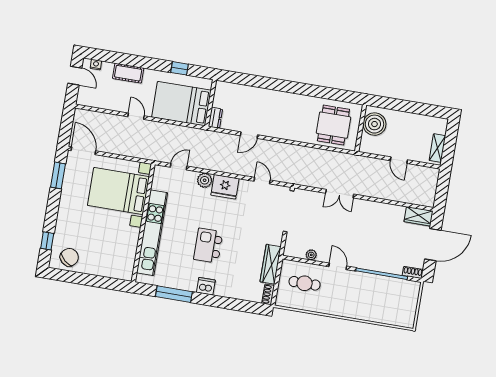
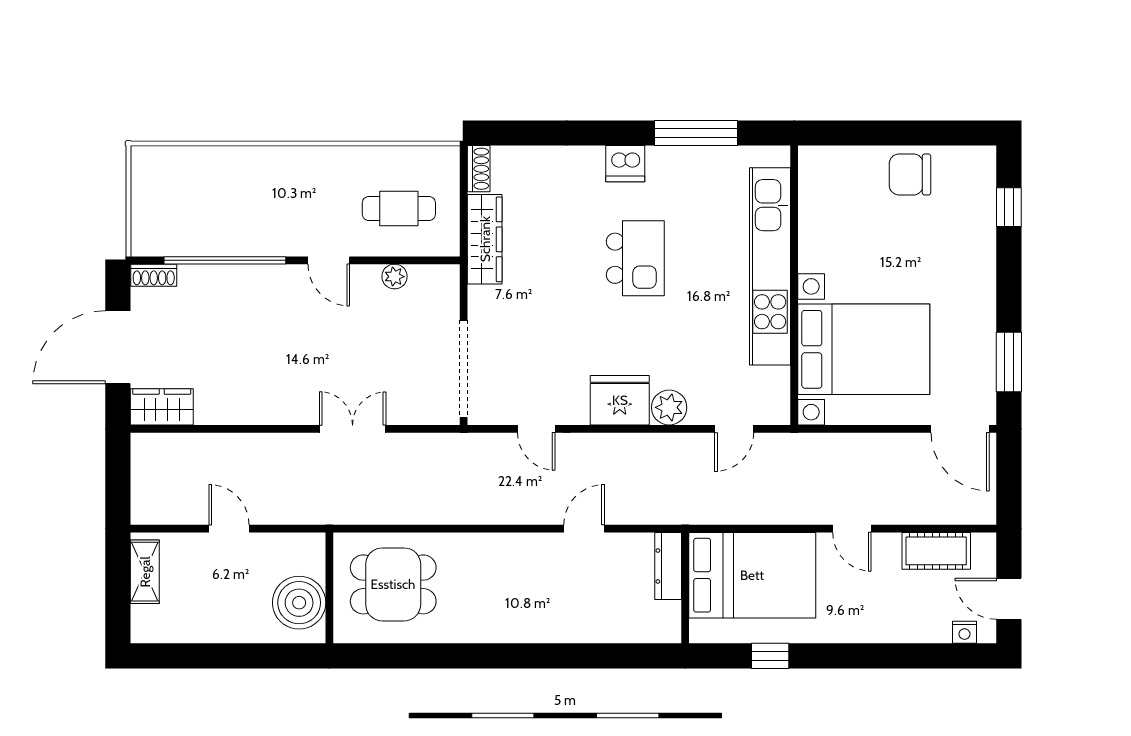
cot: (128, 73) -> (936, 551), moved
dresser: (215, 118) -> (668, 566), width x1.44
dining table: (333, 125) -> (393, 584), turned 90
chair: (69, 257) -> (910, 174), moved, turned 49

